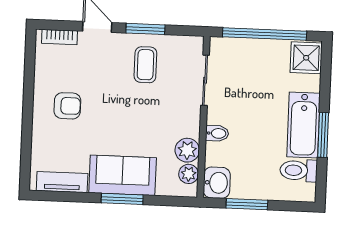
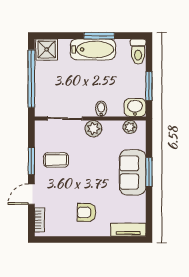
armchair: (67, 106) -> (86, 212), turned -90
plant: (187, 150) -> (93, 129), moved
toilet: (299, 170) -> (138, 51), moved
tv unit: (62, 182) -> (128, 230), moved, turned 90

